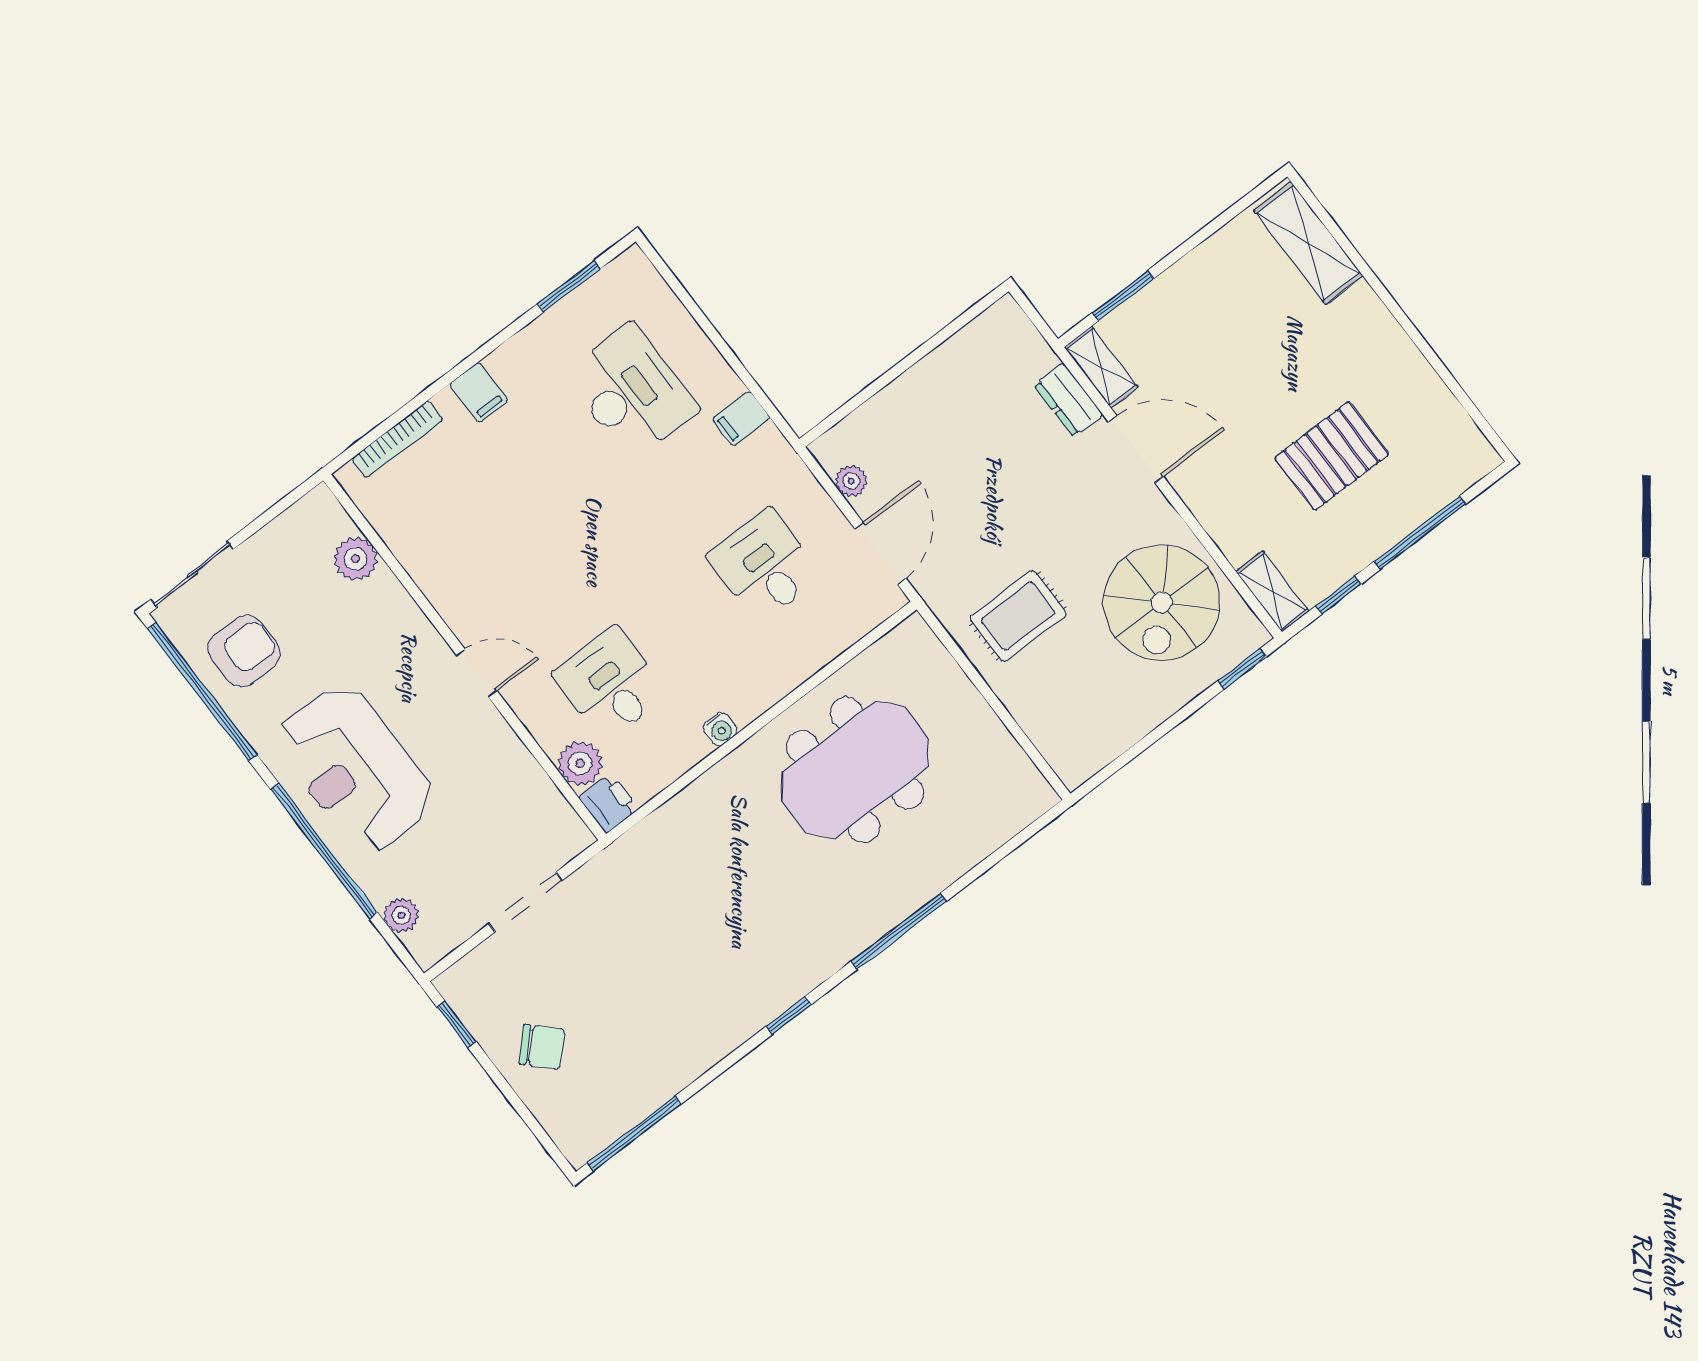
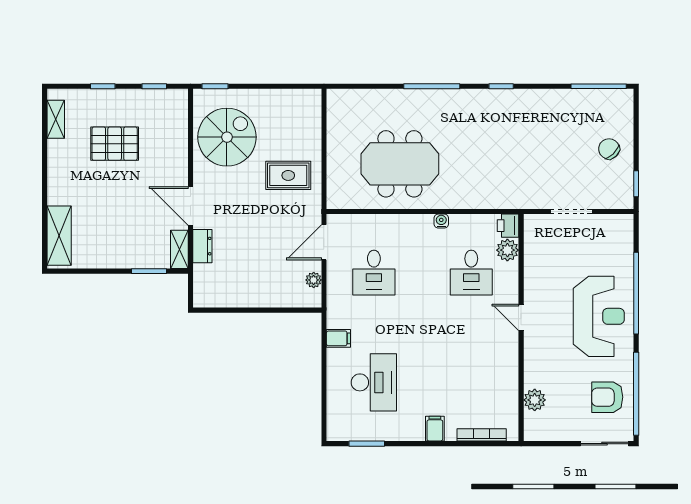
desk: (631, 392) -> (374, 382), turned 180
window: (1420, 533) -> (103, 86), width x0.46
shelving: (1272, 591) -> (56, 119), moved
plant: (401, 915) -> (625, 244), removed

